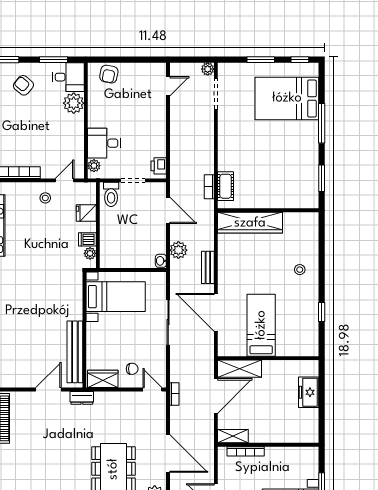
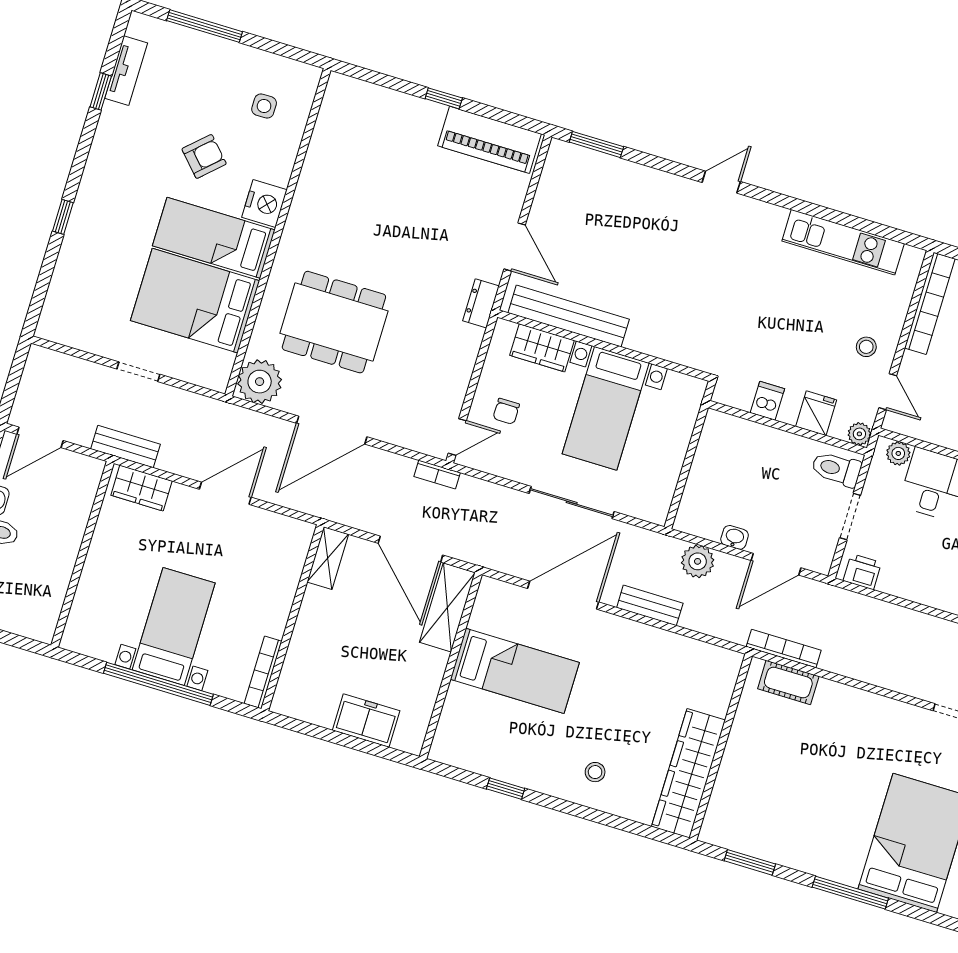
bookcase: (209, 187) -> (784, 649), width x1.56
wardrobe: (250, 223) -> (688, 773), moved
plant: (90, 253) -> (859, 434), moved
washbasin: (161, 261) -> (735, 537), moved
bed with nightstands: (116, 297) -> (606, 408), moved
wardrobe: (103, 379) -> (542, 348), moved, turned 90
bookcase: (246, 451) -> (263, 672), moved

